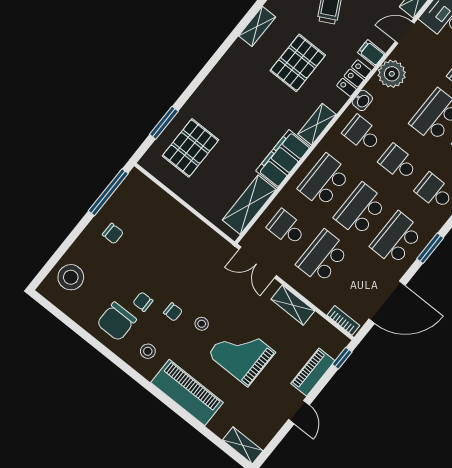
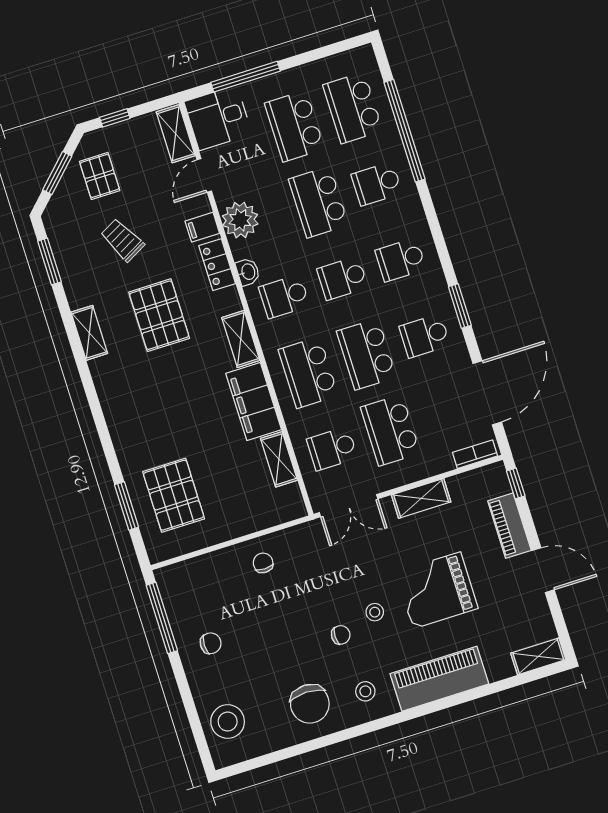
shelving: (249, 205) -> (279, 459), width x0.67, depth x0.75
school desk: (397, 239) -> (425, 336), width x0.54
chair: (143, 302) -> (263, 563), moved, turned 90
door: (299, 412) -> (543, 570), width x1.38

